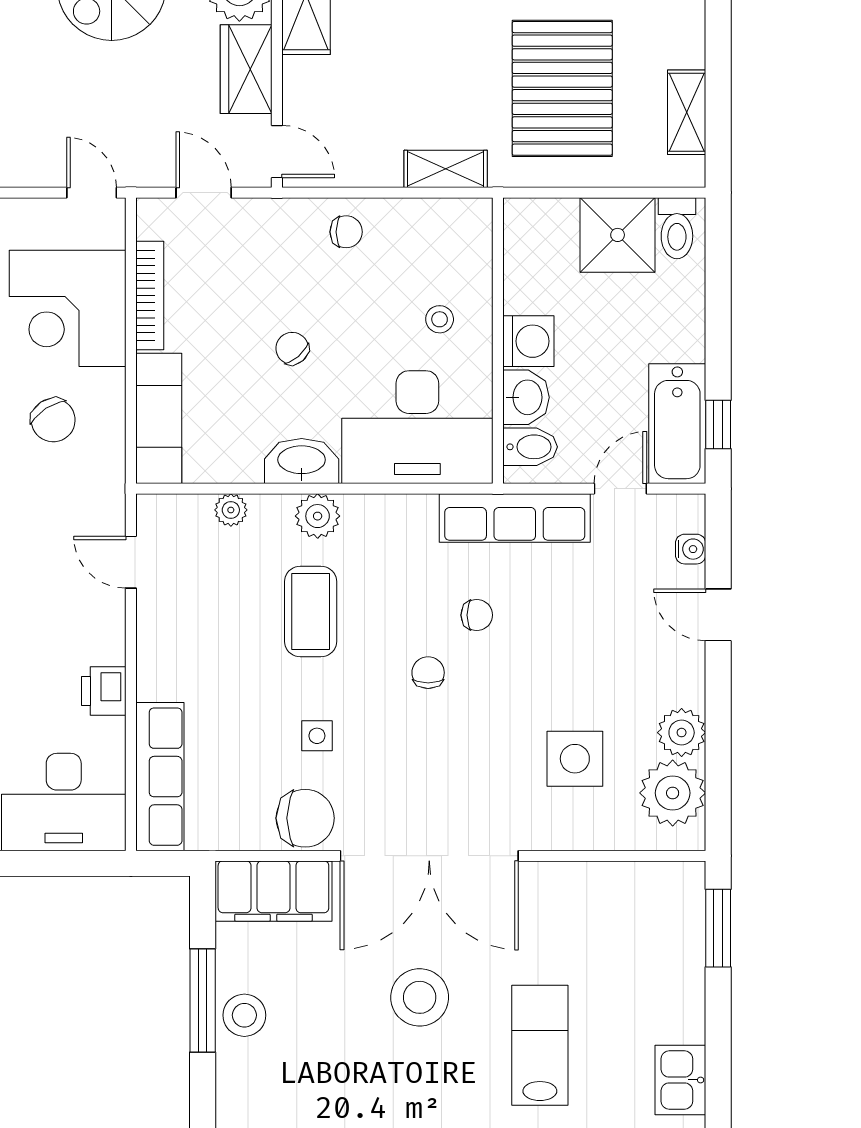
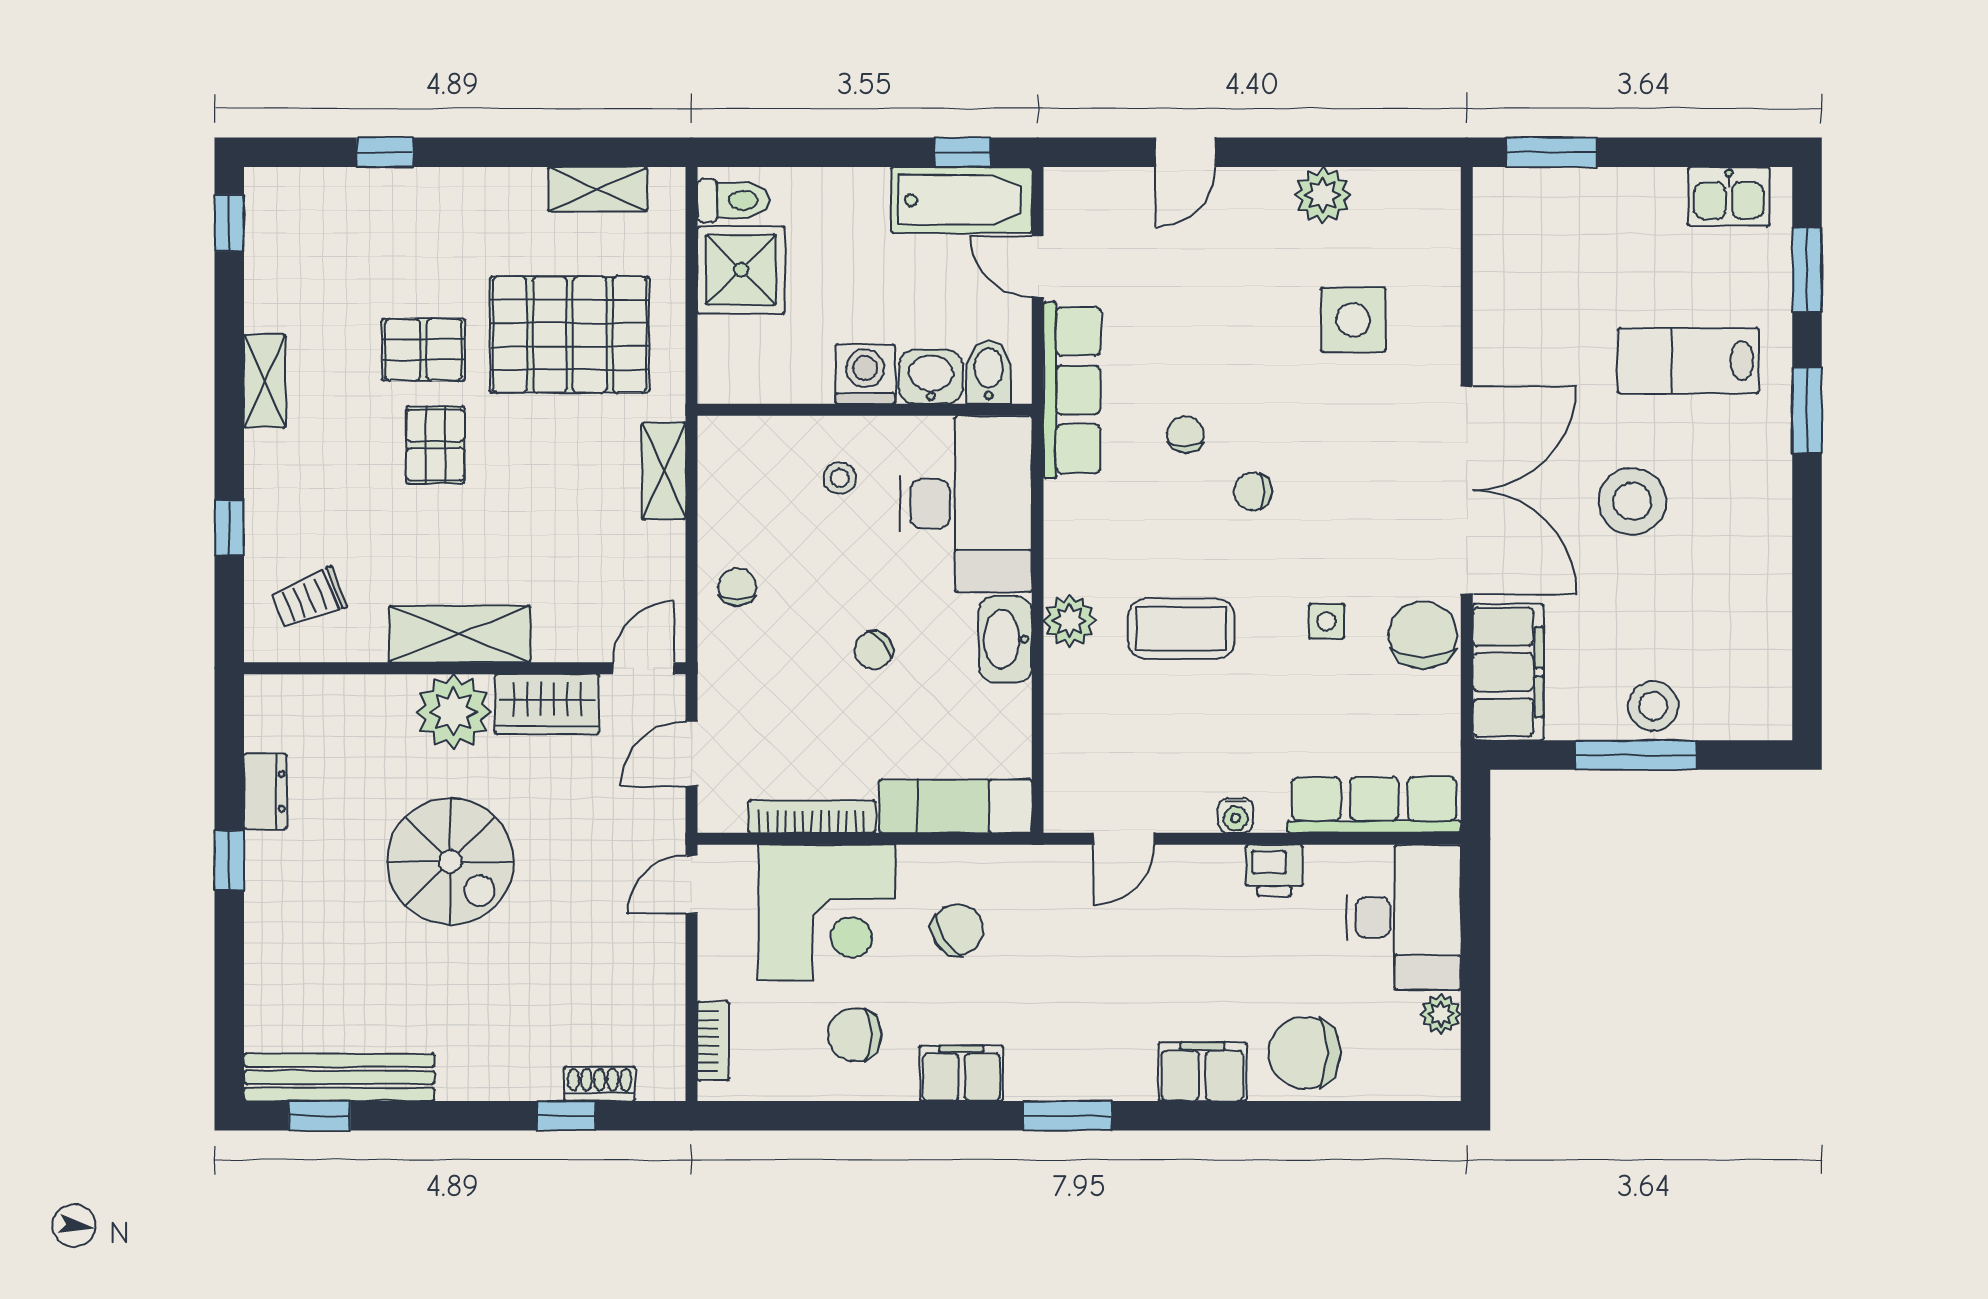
plant: (231, 510) -> (1063, 722), removed
water cooler: (691, 549) -> (1236, 815), moved, turned 180
plant: (673, 793) -> (1393, 206), removed

